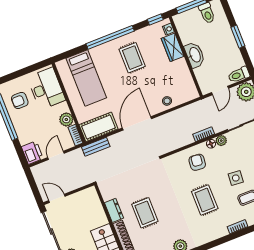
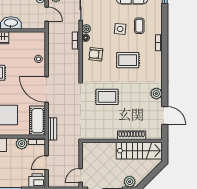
door: (56, 155) -> (47, 163), hinge flipped
dresser: (114, 210) -> (108, 134), removed
rug: (145, 213) -> (107, 97), moved

